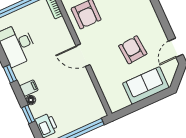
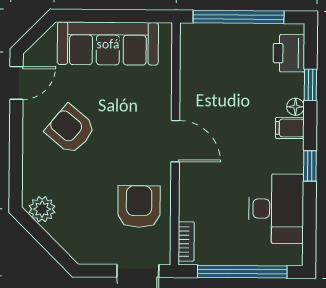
armchair: (133, 50) -> (70, 129), moved, turned 135
sofa: (146, 85) -> (108, 44), width x1.36

